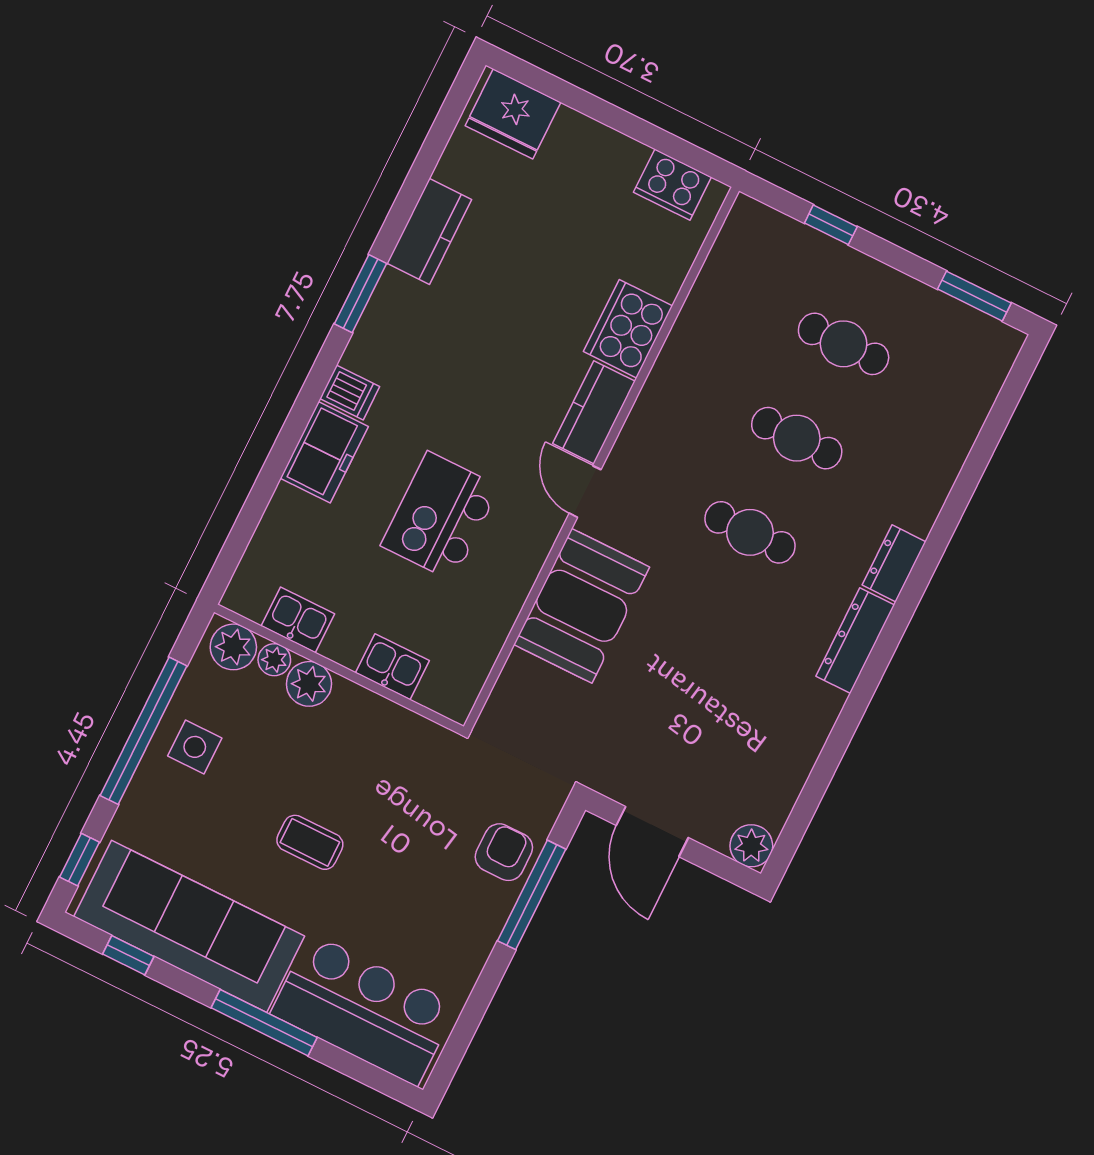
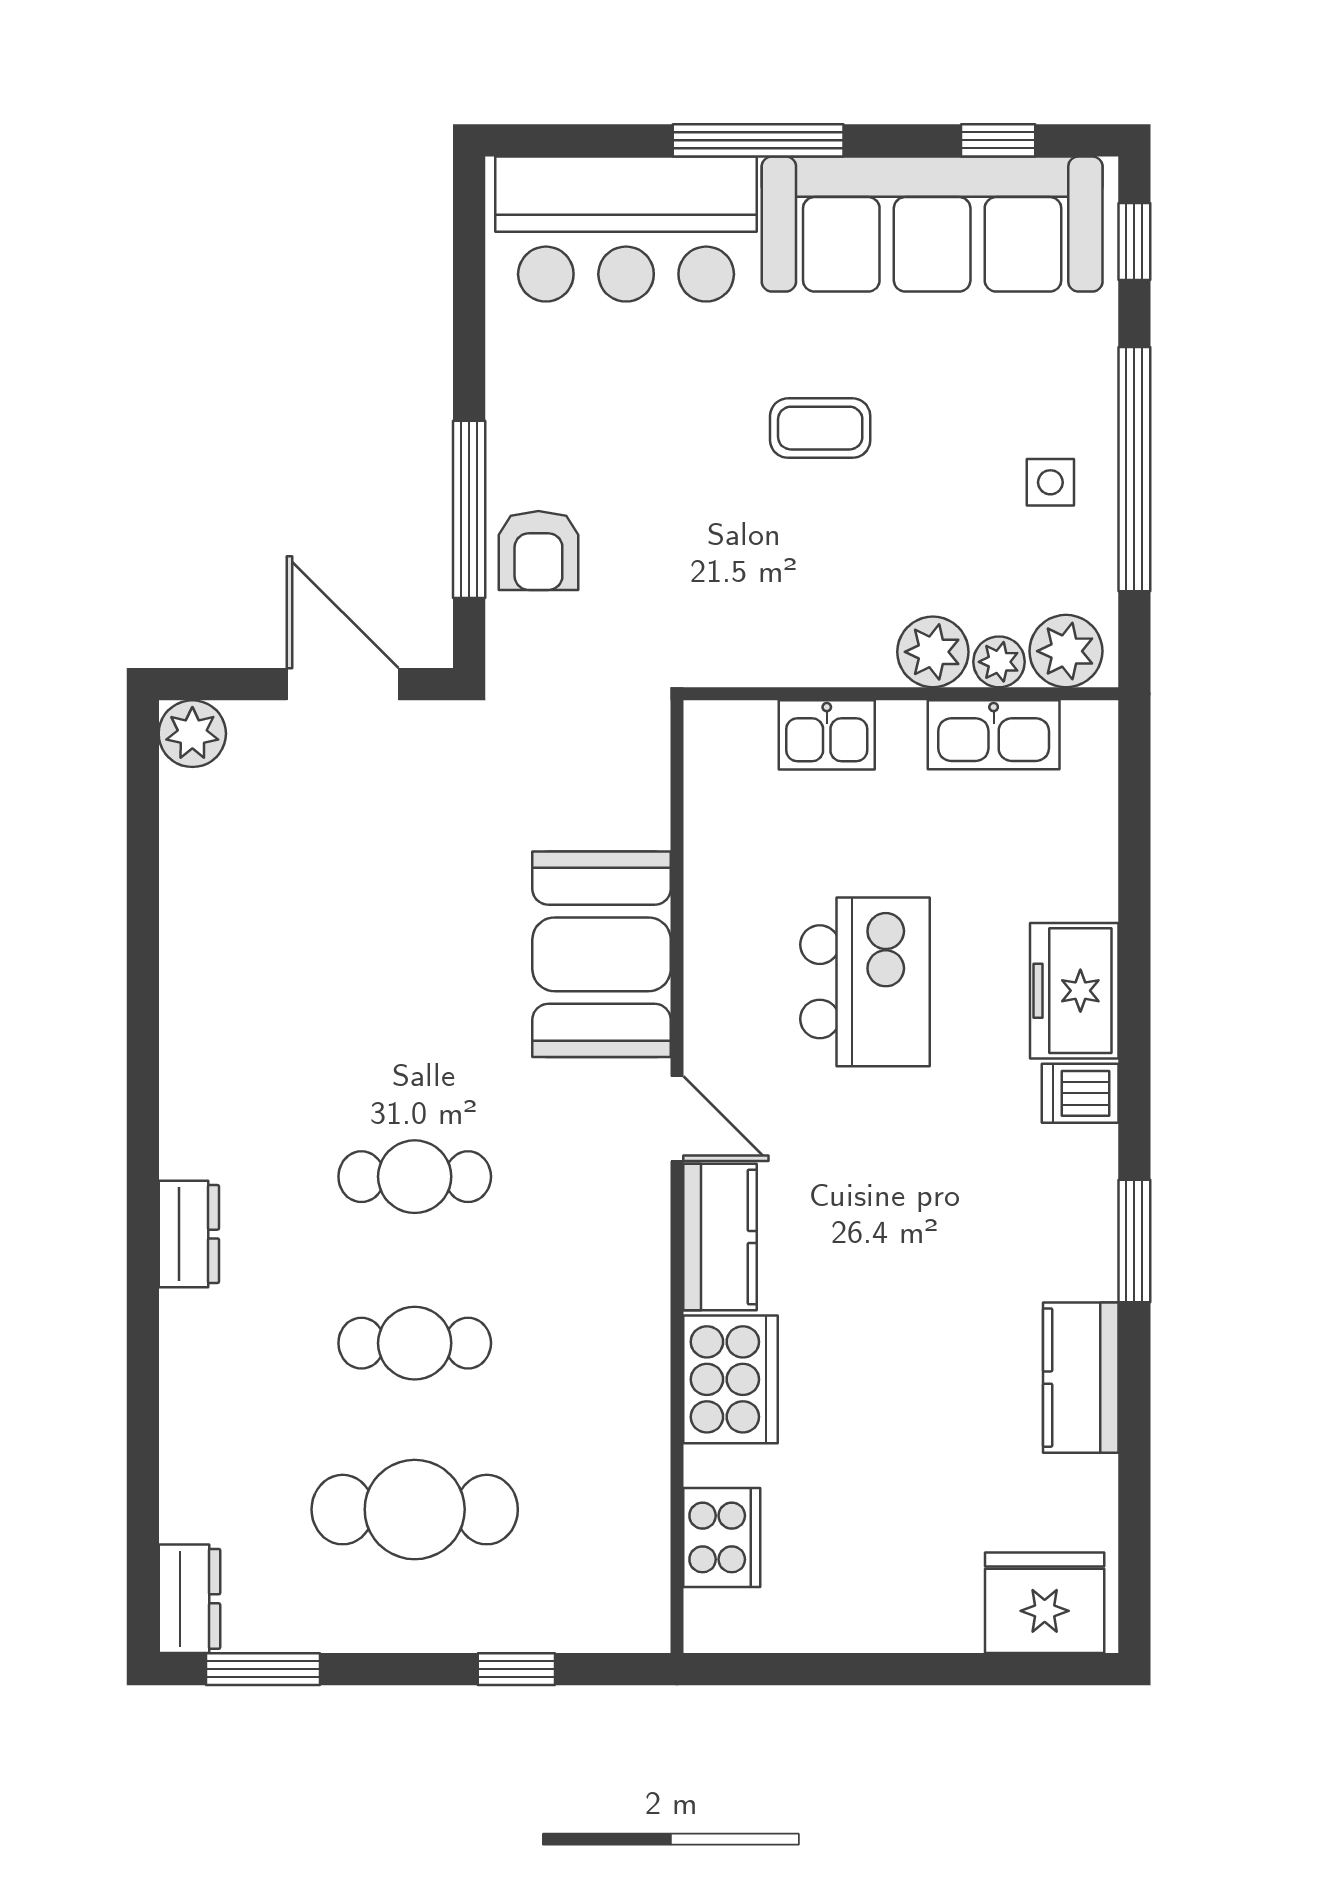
cooker: (672, 185) -> (722, 1537), moved, turned 90
cafe table: (844, 344) -> (415, 1510), width x1.37, depth x1.35
kitchen sink: (298, 620) -> (994, 735), width x1.38
dresser: (855, 641) -> (189, 1599), moved, width x0.70
side table: (195, 747) -> (1050, 482), width x0.73, depth x0.73

